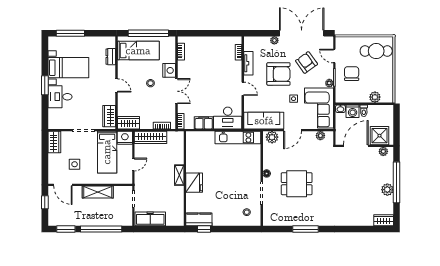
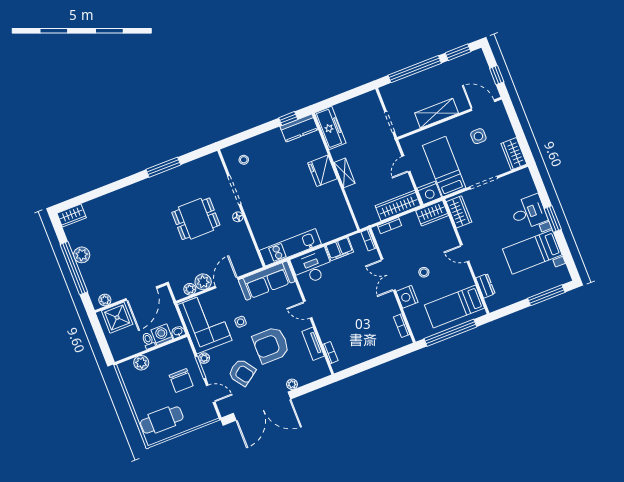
plant: (272, 137) -> (203, 282), moved
freezer: (150, 219) -> (330, 128), moved, turned -90

